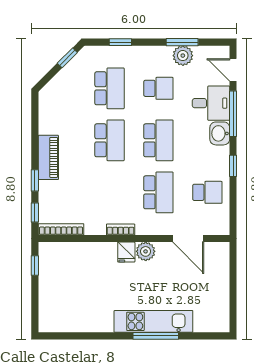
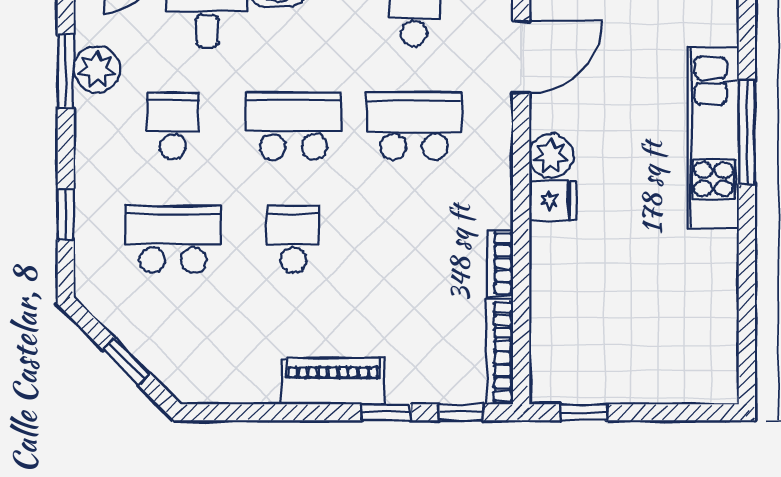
window: (67, 58) -> (127, 362), moved
school desk: (110, 140) -> (293, 239), width x0.54
bookcase: (121, 229) -> (500, 263), moved

